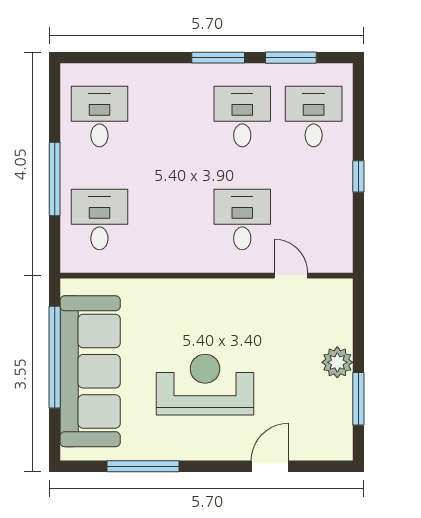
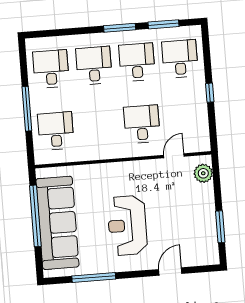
desk: (171, 117) -> (94, 66), added
door: (291, 276) -> (174, 156), hinge flipped
plant: (337, 362) -> (203, 173), moved
reception desk: (205, 385) -> (127, 225), turned -90

